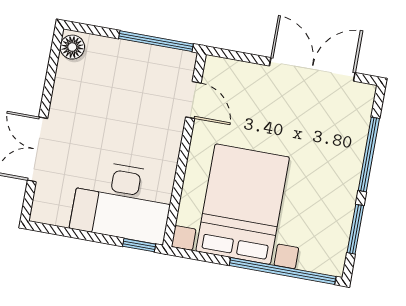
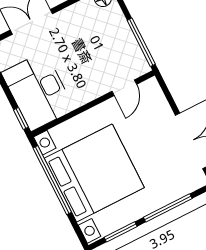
bed with nightstands: (243, 204) -> (94, 173), width x1.36
window: (283, 271) -> (52, 180), moved

